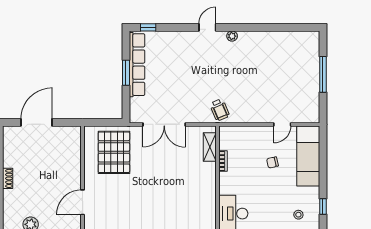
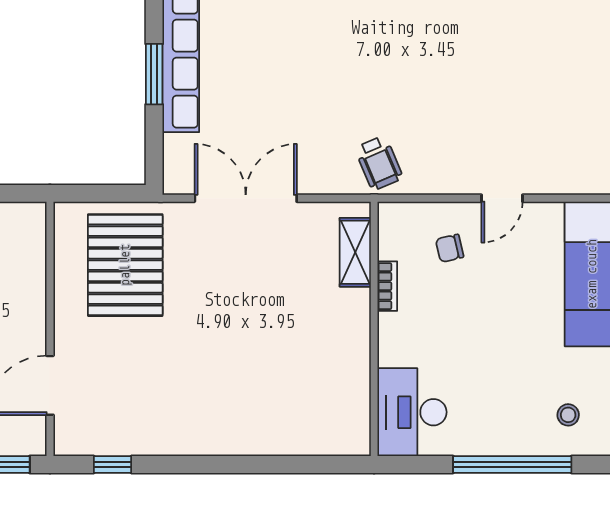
double door: (164, 124) -> (246, 198), swing flipped
door: (282, 124) -> (502, 198), moved
chair: (272, 162) -> (450, 248), moved

